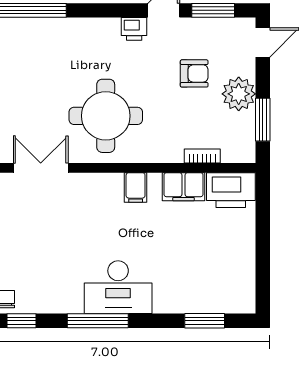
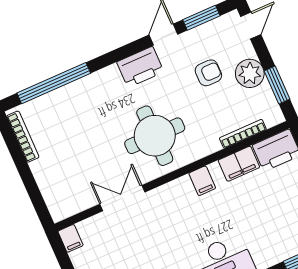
printer: (134, 29) -> (140, 67), width x1.87, depth x1.48
bookcase: (202, 156) -> (243, 134), width x1.56

